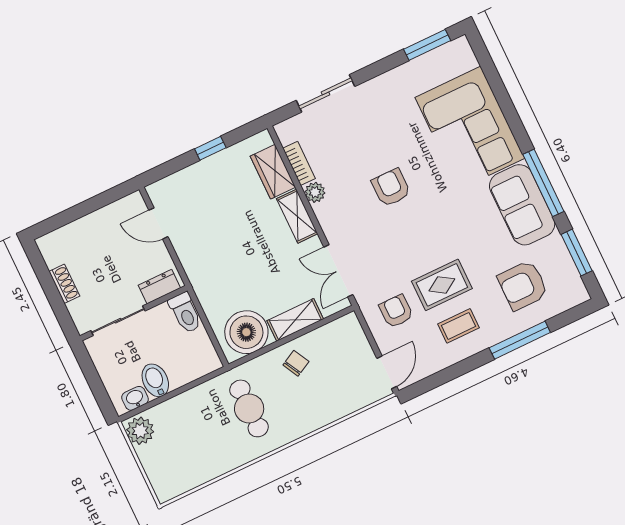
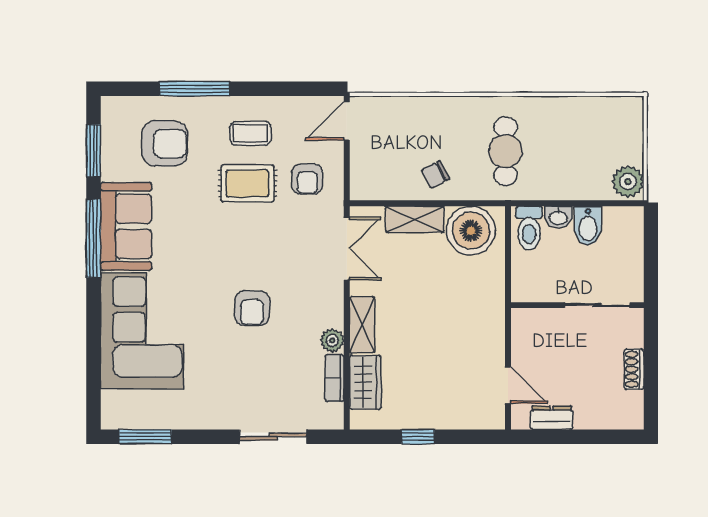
dresser: (159, 287) -> (552, 418), moved, turned 180
toilet: (185, 313) -> (529, 228), moved, turned 180
washbasin: (135, 398) -> (558, 217), moved

